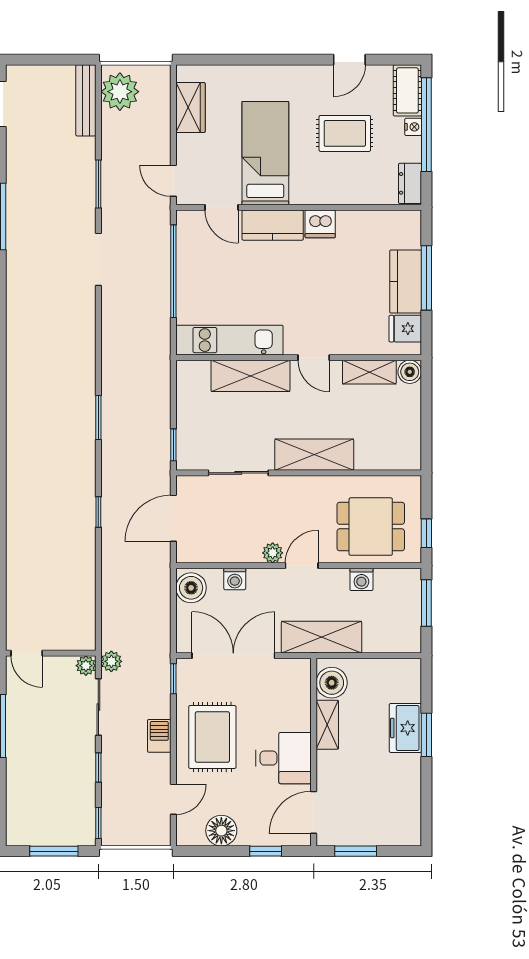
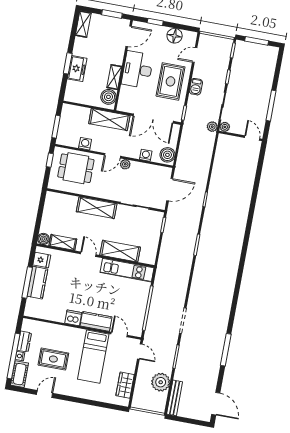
plant: (120, 92) -> (161, 382), moved
dresser: (410, 183) -> (24, 341), moved
desk: (283, 758) -> (137, 70), width x1.37
shelving: (410, 820) -> (83, 24), added

